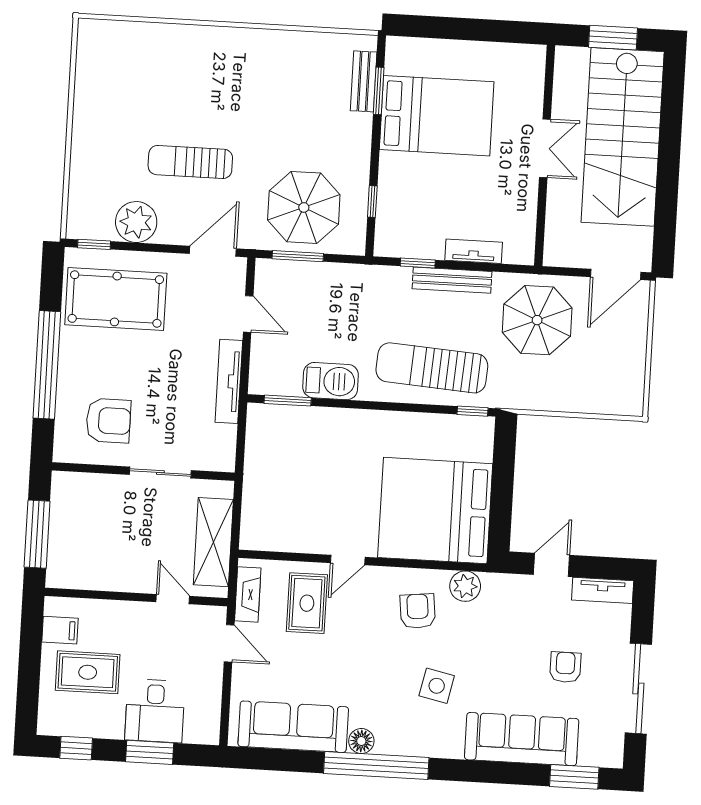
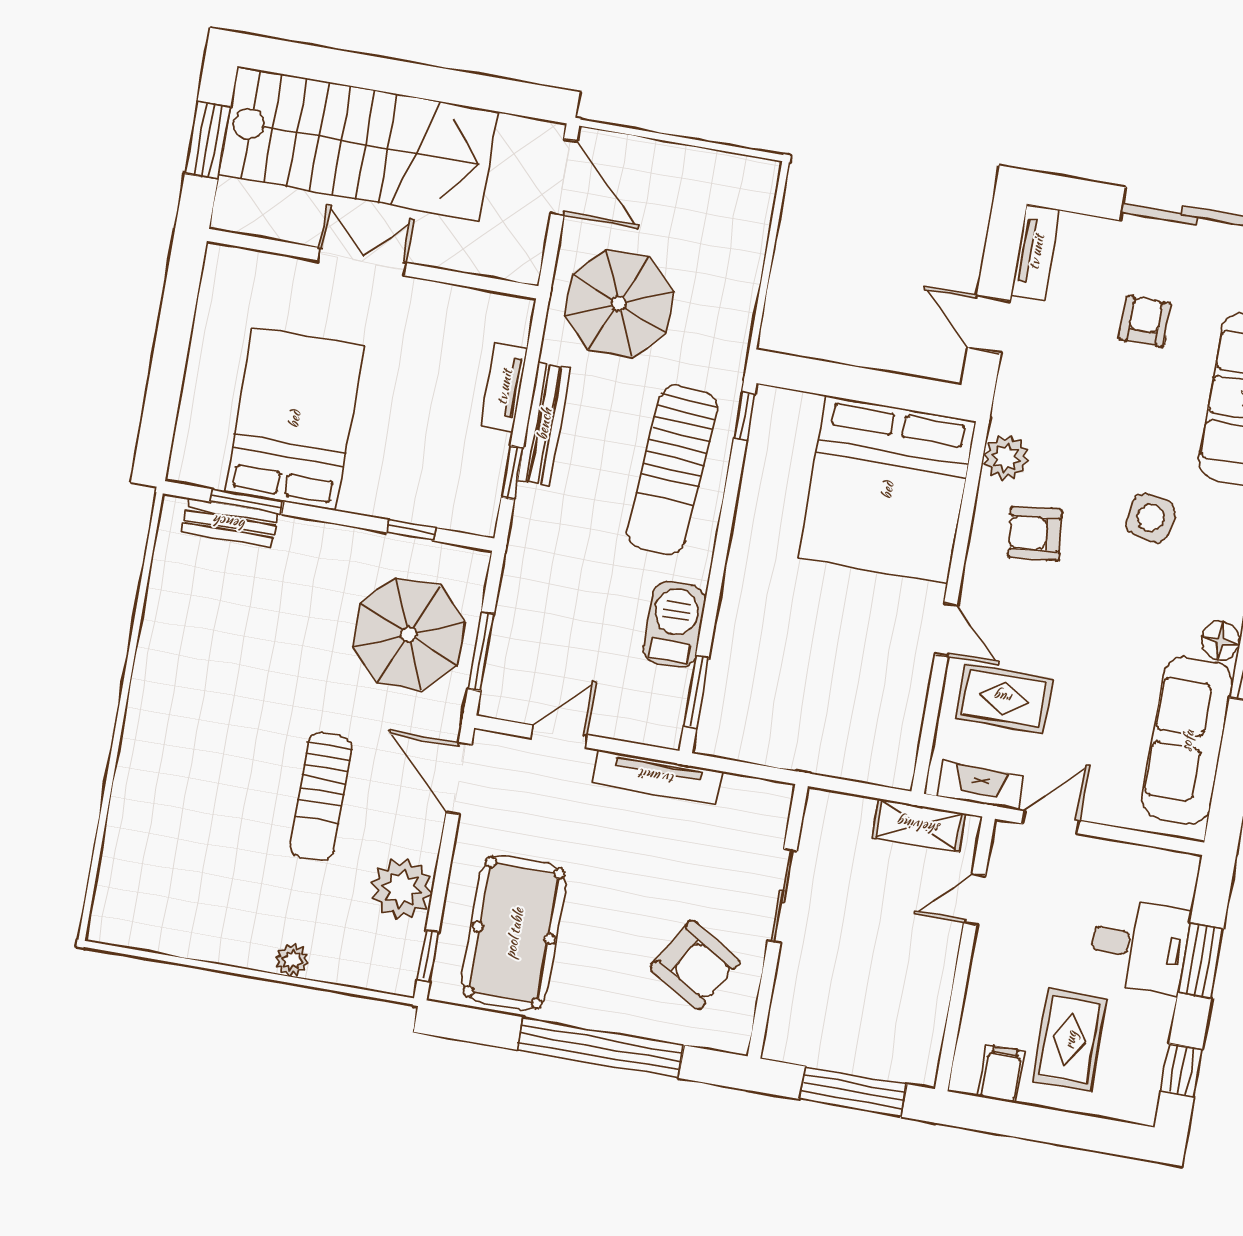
plant: (81, 155) -> (292, 960), added
armchair: (108, 421) -> (695, 965), turned 121
shelving: (213, 542) -> (919, 826), width x0.67, depth x0.75
armchair: (565, 667) -> (1145, 321), turned 90

